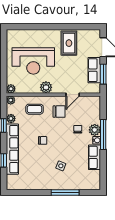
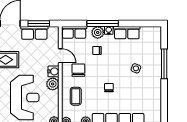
water cooler: (58, 88) -> (54, 71), added
row of seats: (95, 108) -> (74, 32), added

